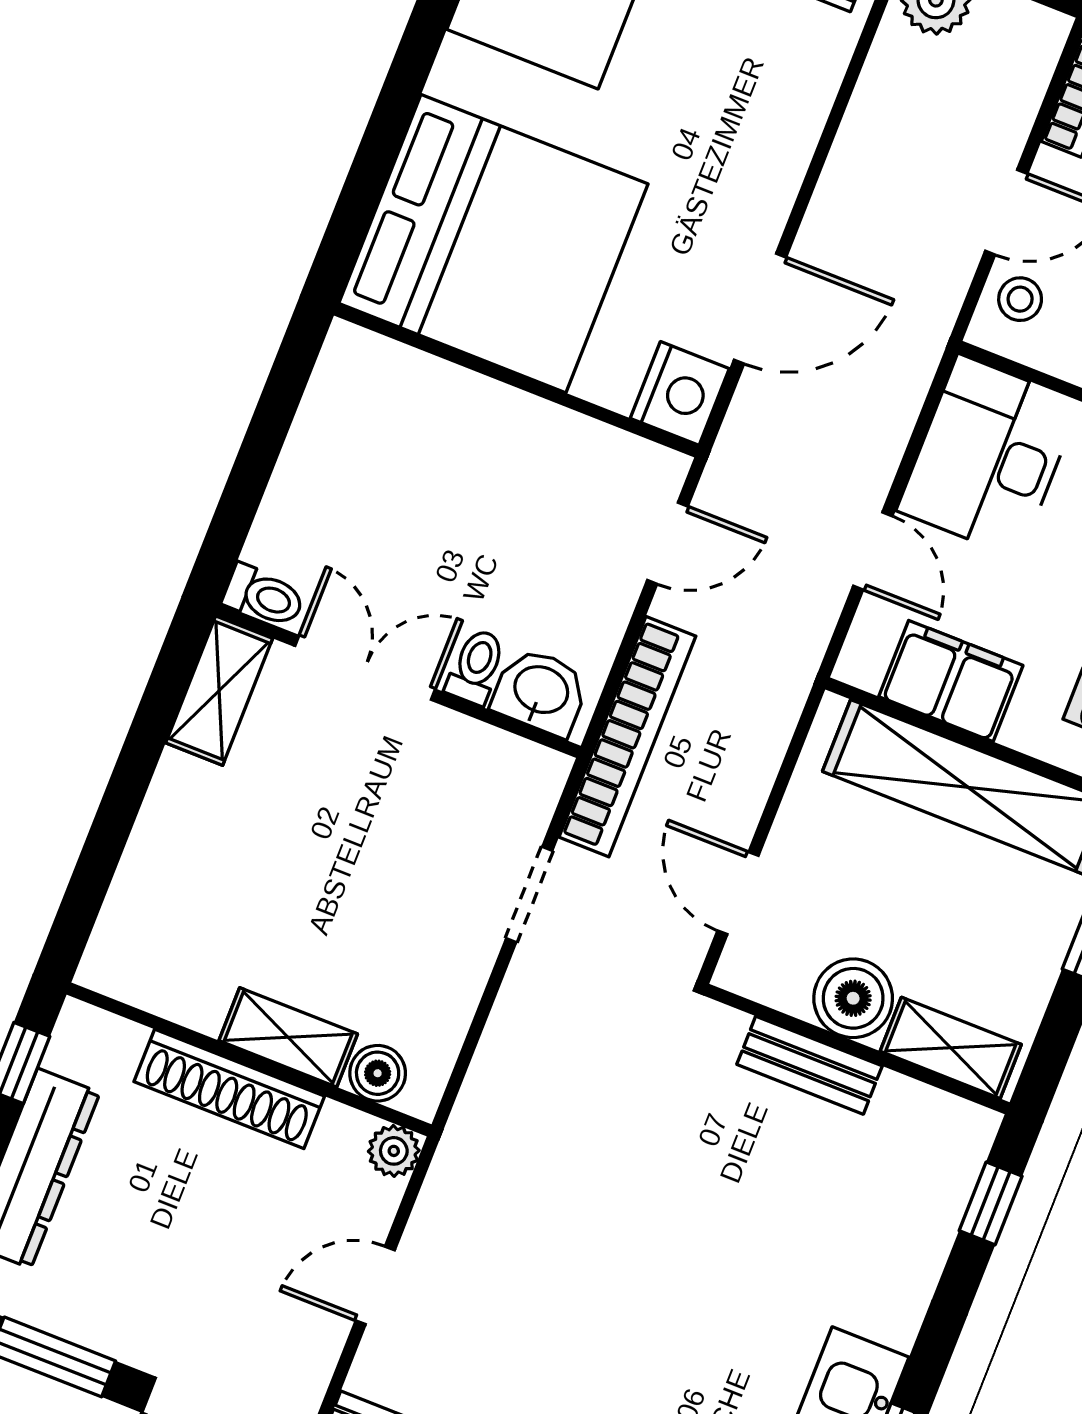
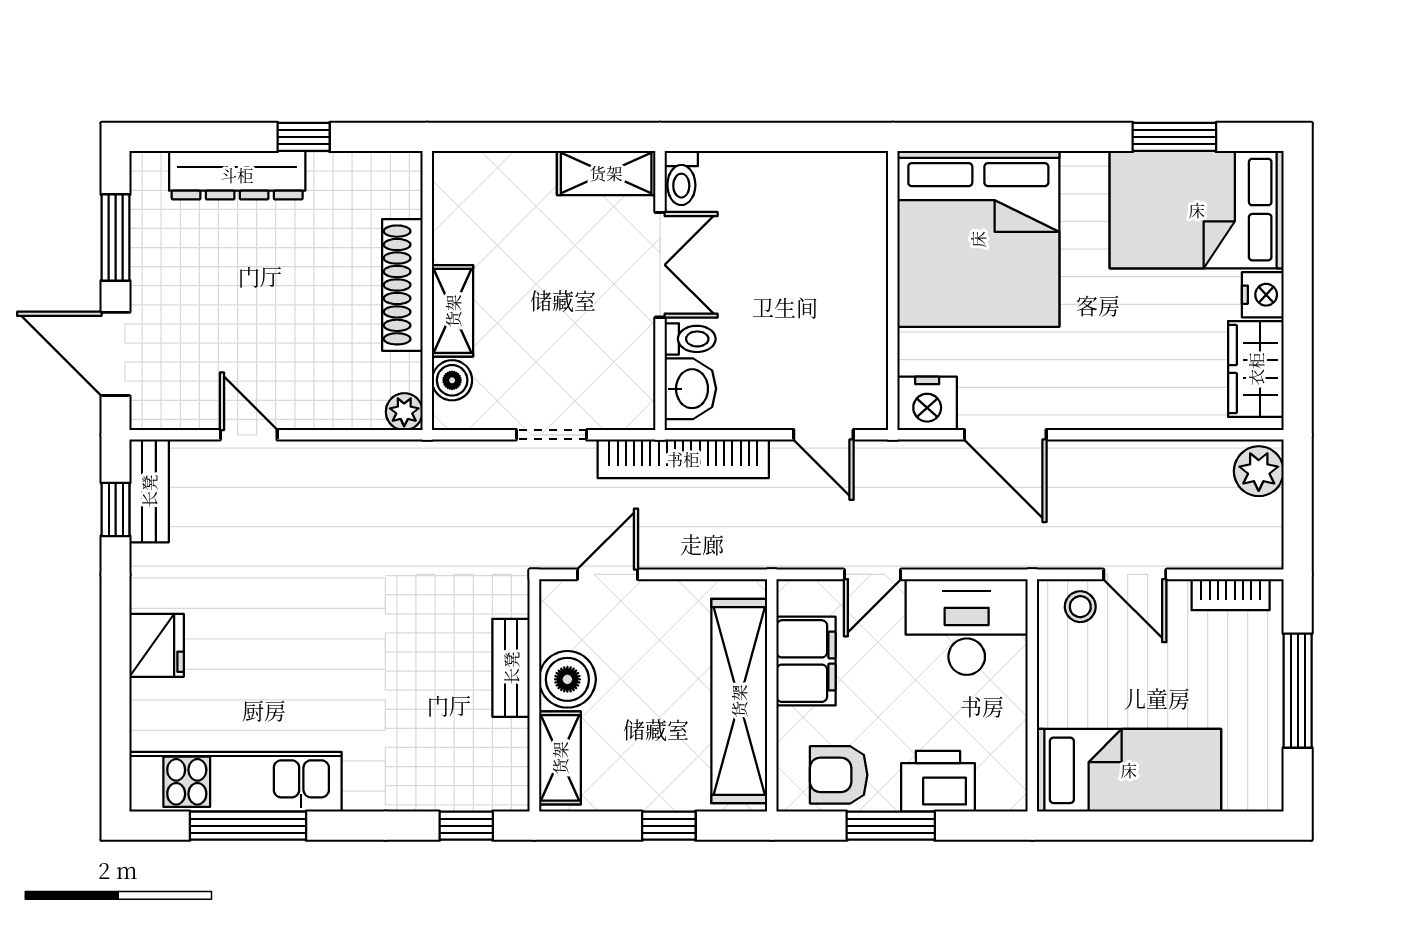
shelving: (288, 1037) -> (453, 311), moved
wall: (249, 1059) -> (427, 290), moved
boiler: (378, 1073) -> (452, 380), moved
shoe rack: (229, 1089) -> (402, 285), moved
plant: (394, 1151) -> (404, 412), moved

